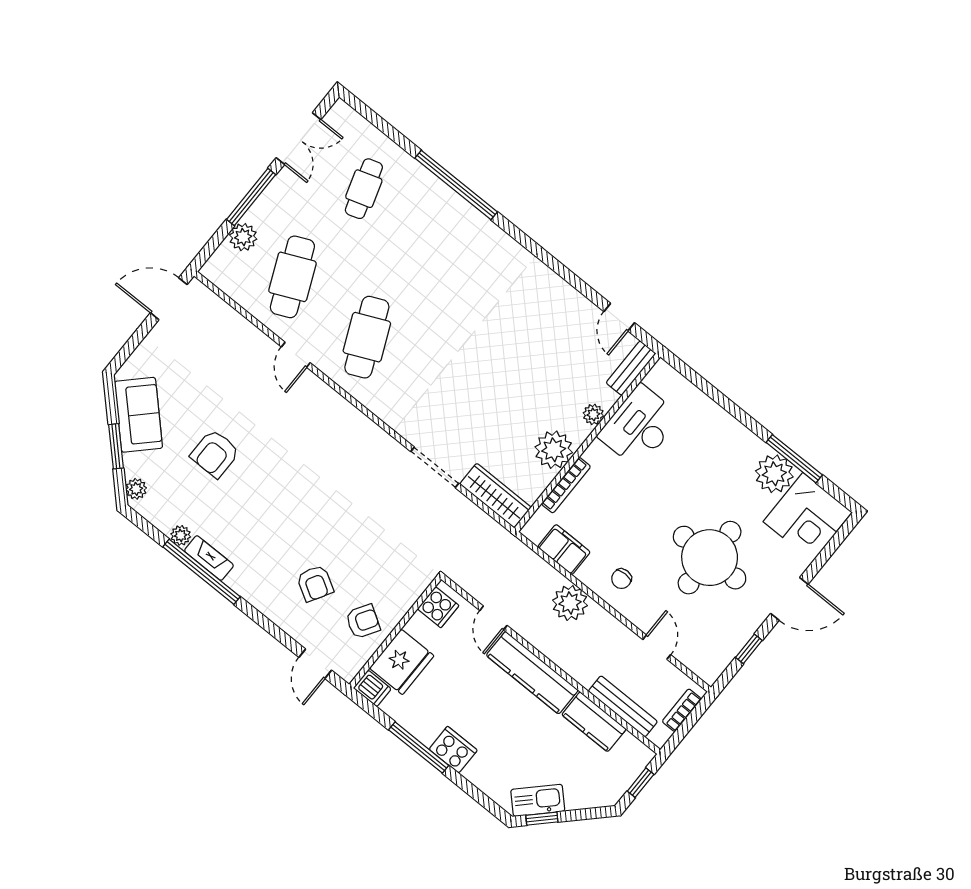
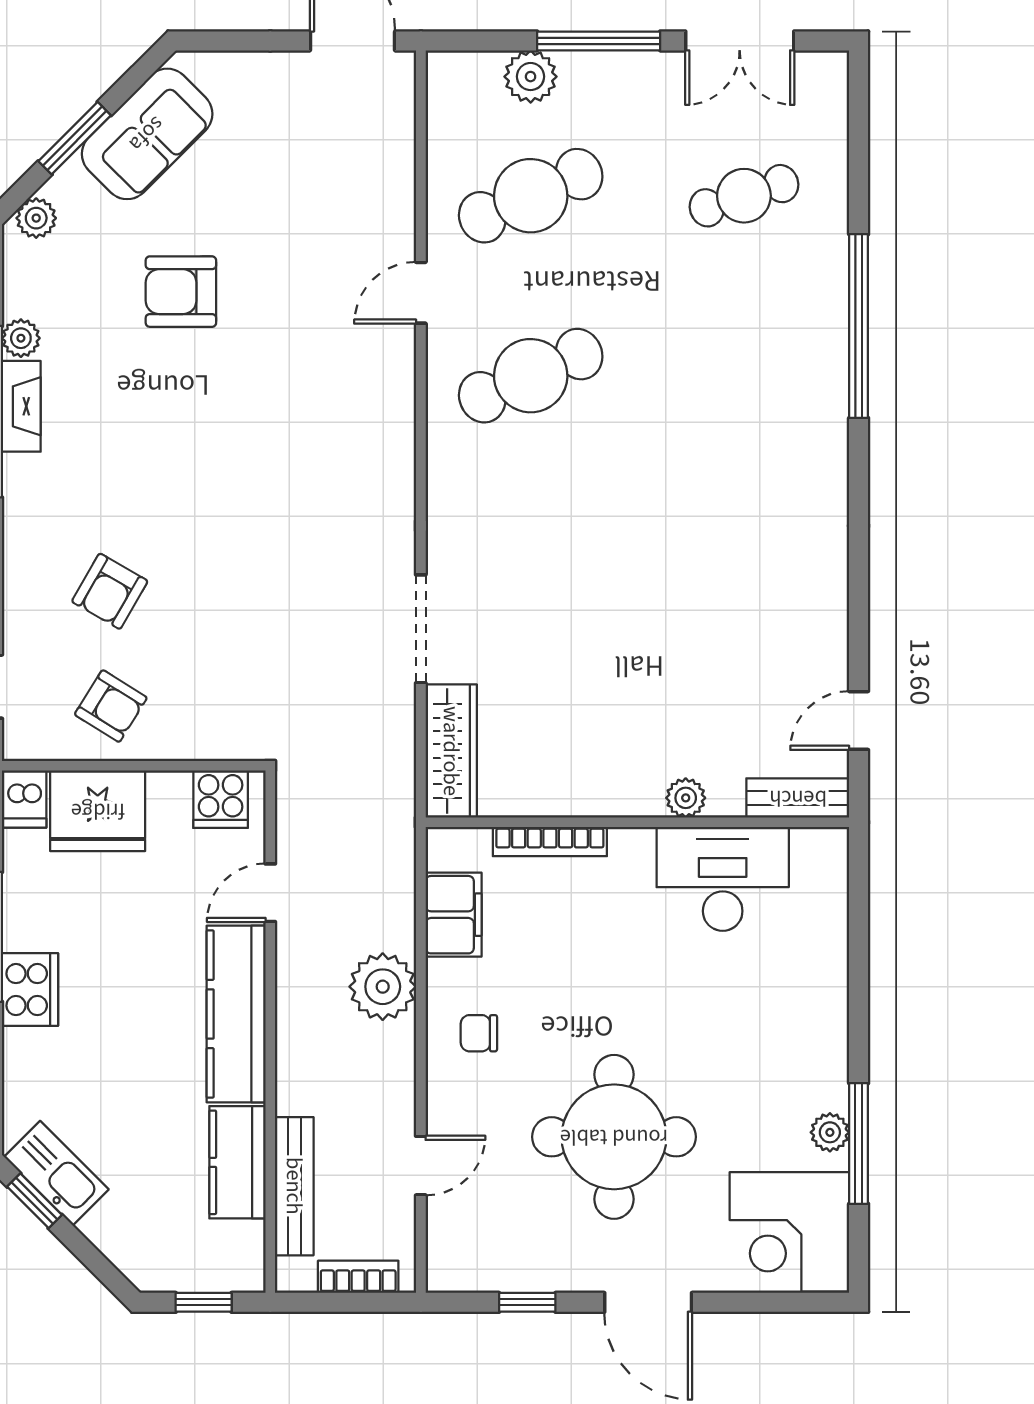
plant: (554, 450) -> (587, 782), removed
plant: (774, 474) -> (830, 1132), width x0.53, depth x0.53

